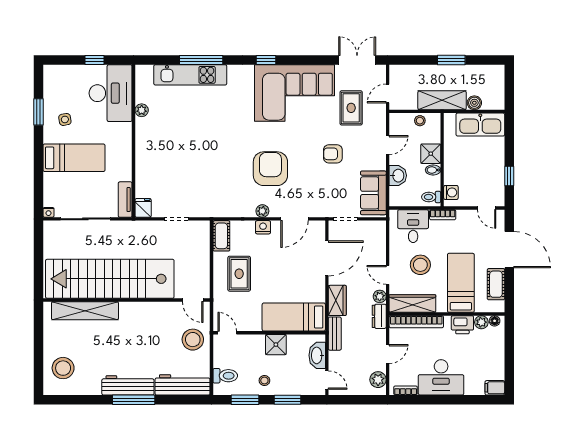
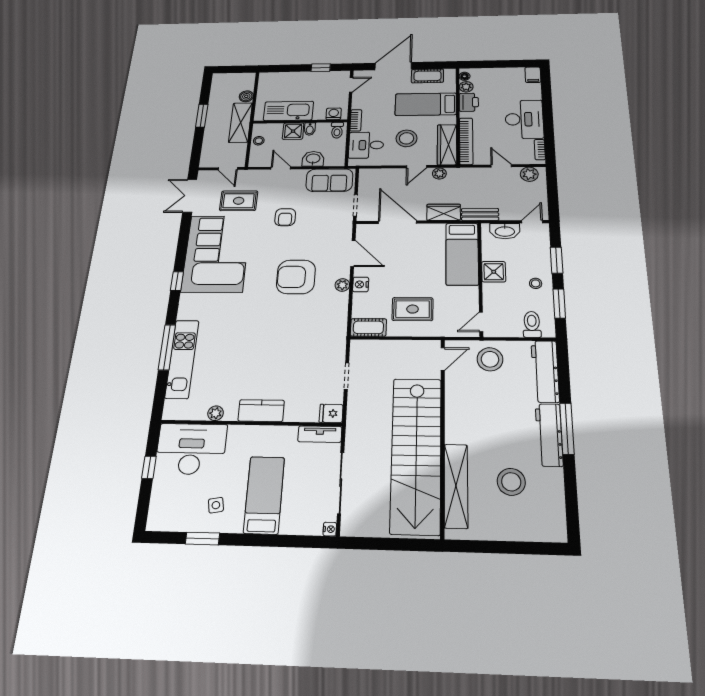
kitchen sink: (480, 125) -> (288, 111), moved, turned -90
kitchen counter: (145, 149) -> (261, 411), added
dresser: (379, 316) -> (461, 174), removed
stool: (63, 368) -> (511, 482), moved

